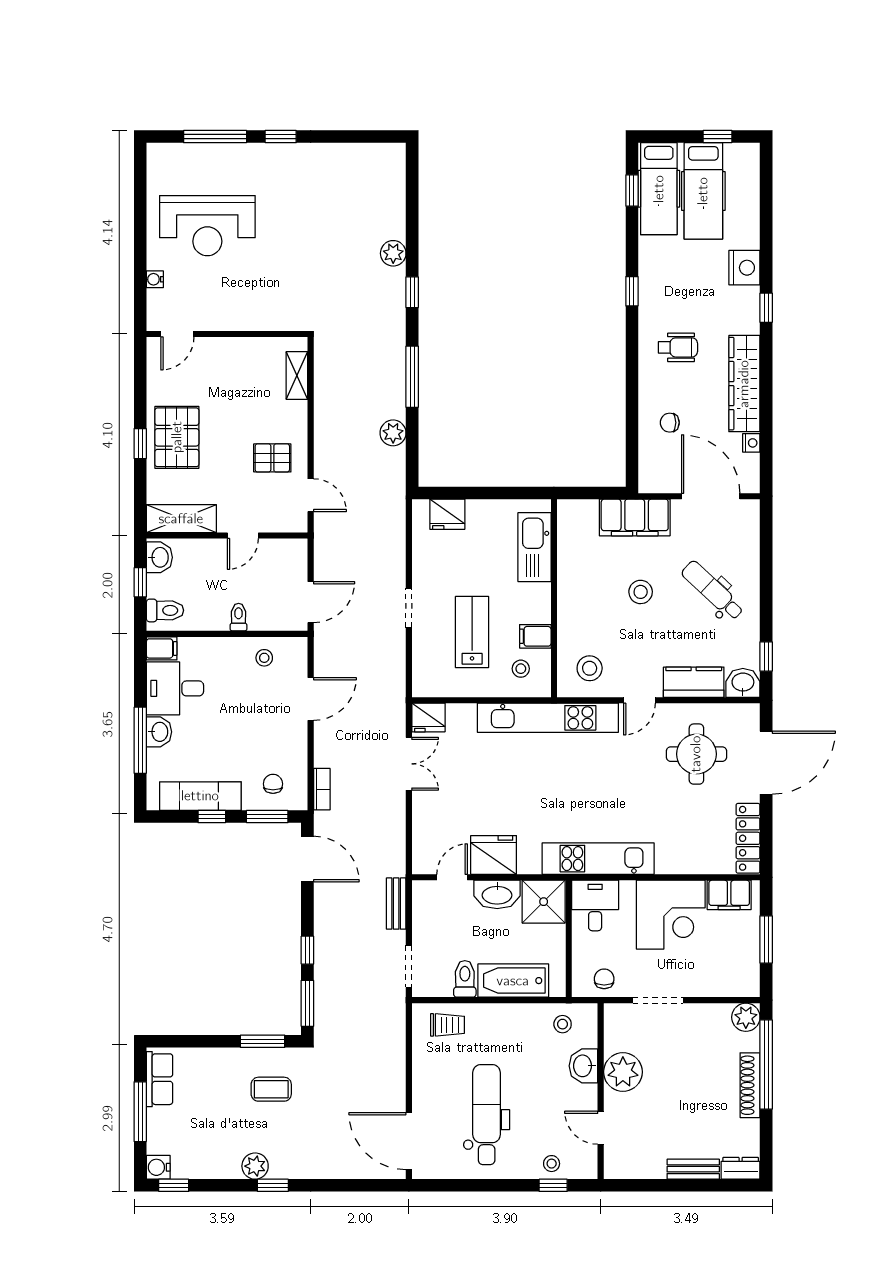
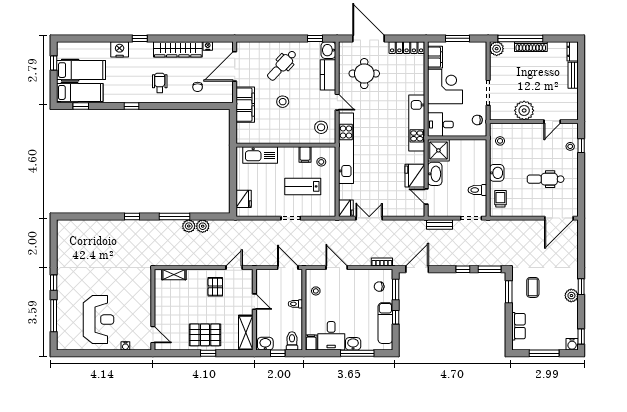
plant: (393, 253) -> (189, 226), moved
bathtub: (513, 981) -> (478, 166), removed
washbasin: (583, 1066) -> (497, 173), moved, turned -90
row of seats: (160, 1079) -> (518, 326), moved, turned 90
dental chair: (487, 1115) -> (546, 179), width x0.73, depth x0.72

